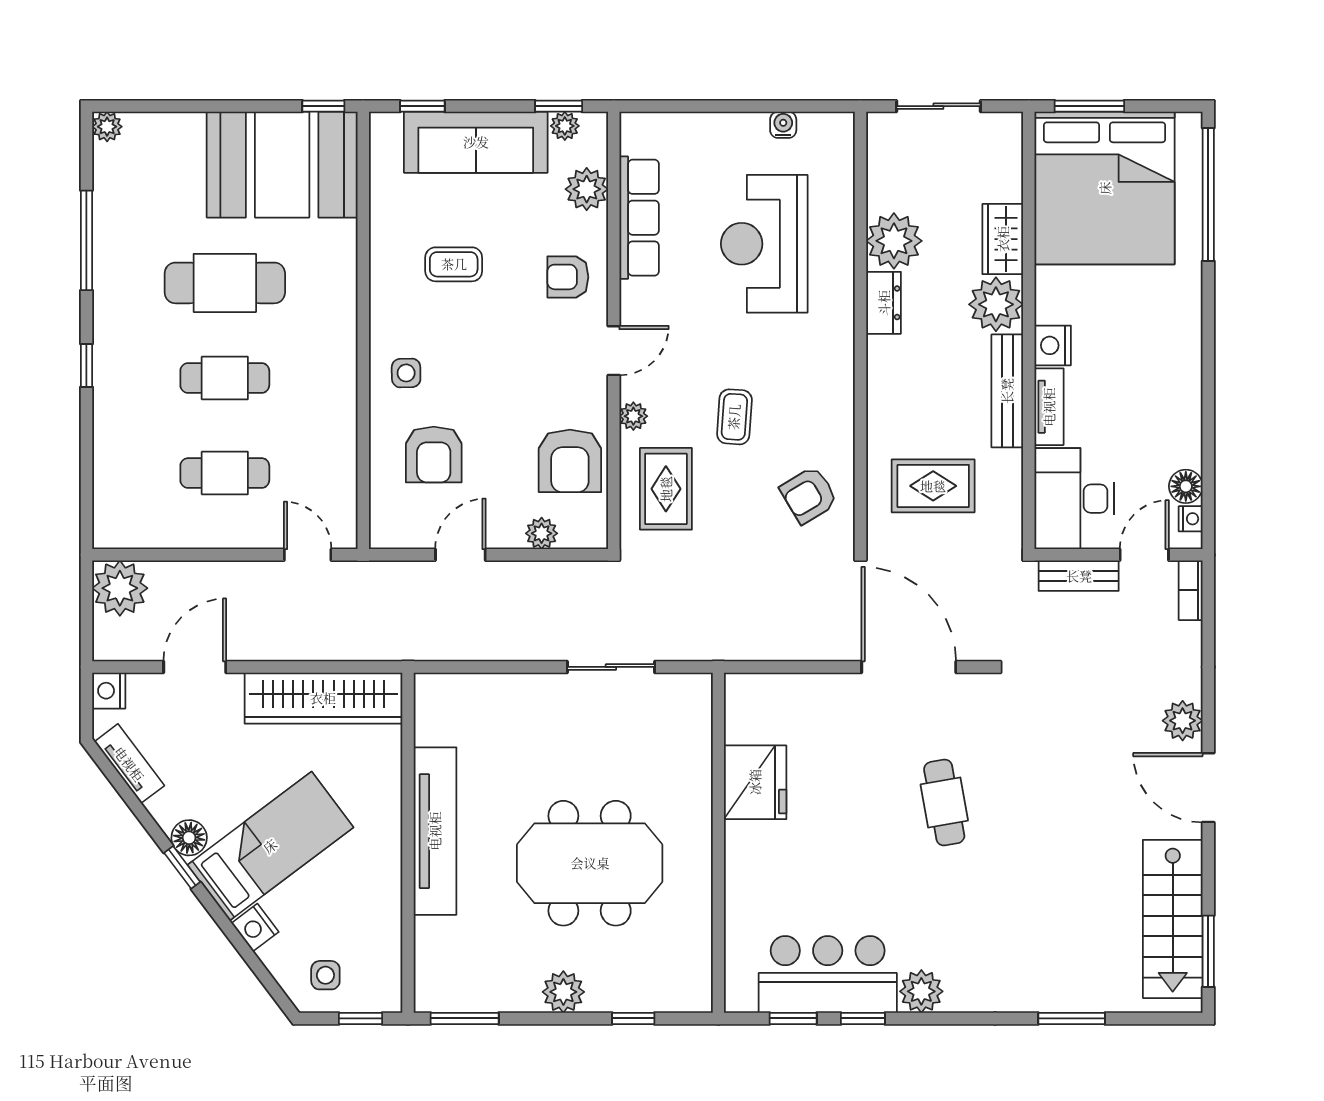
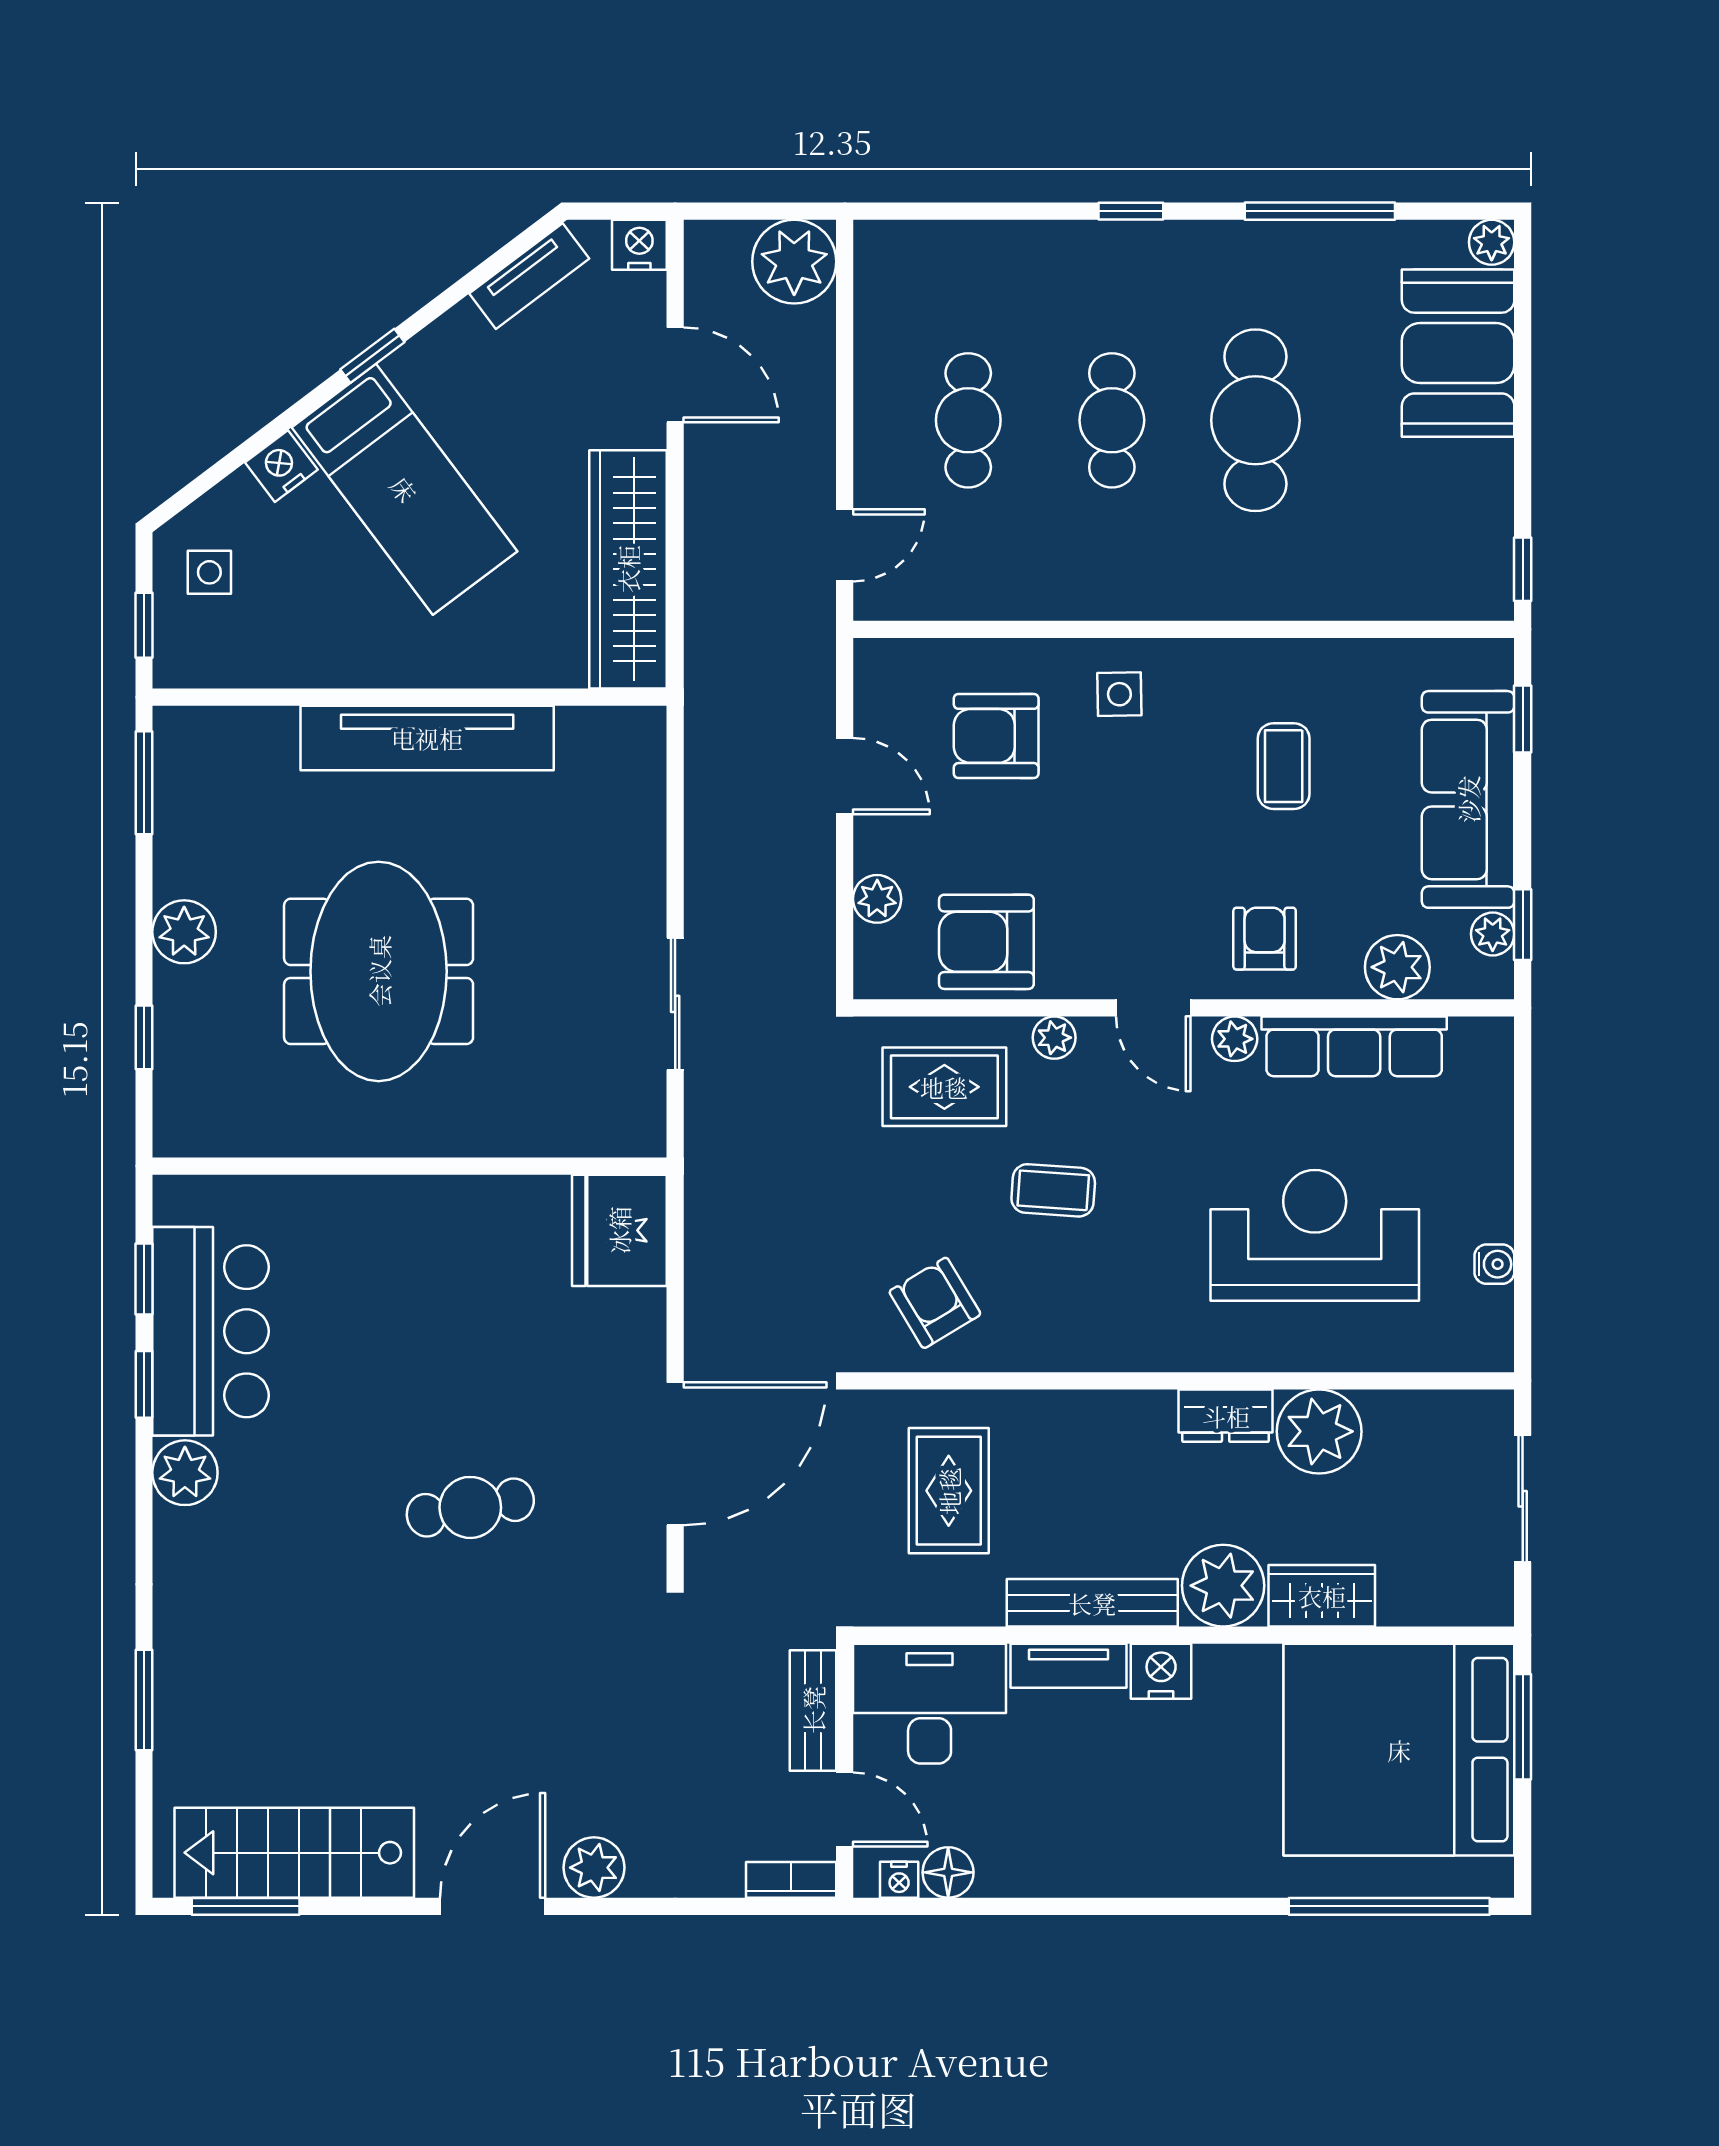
booth: (282, 165) -> (1458, 353), moved, width x0.73, depth x0.70
plant: (634, 297) -> (1235, 1039), added
fridge: (755, 782) -> (619, 1230), moved, turned 90
floor lamp: (189, 838) -> (417, 366), removed

